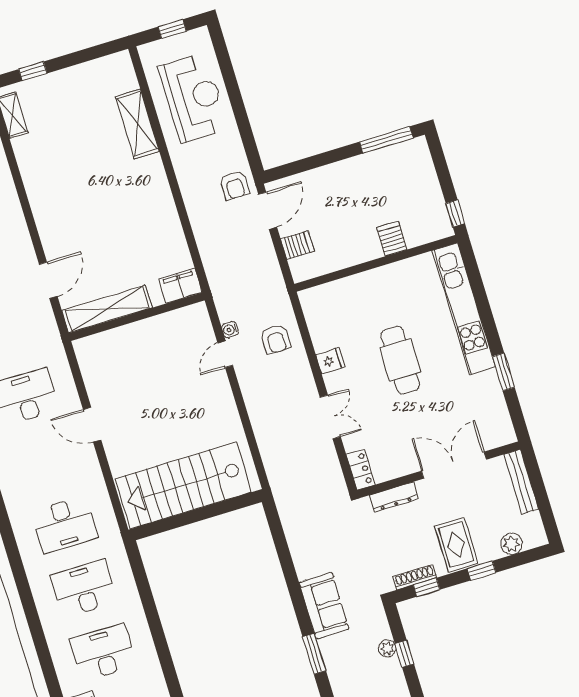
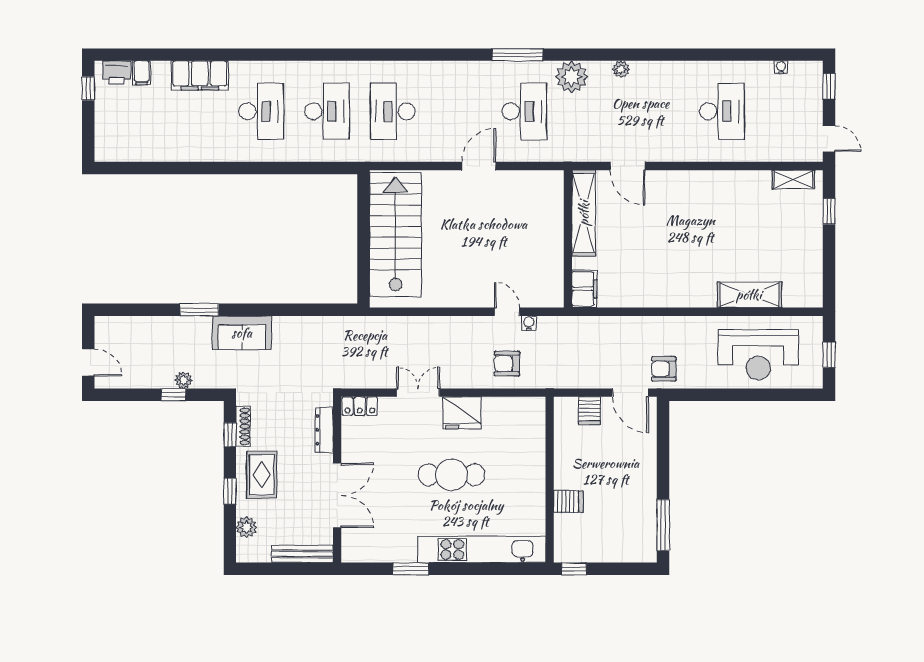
fridge: (330, 361) -> (462, 413), width x1.88, depth x1.34
double door: (330, 417) -> (418, 393), swing flipped
rug: (456, 545) -> (262, 475), turned 90

